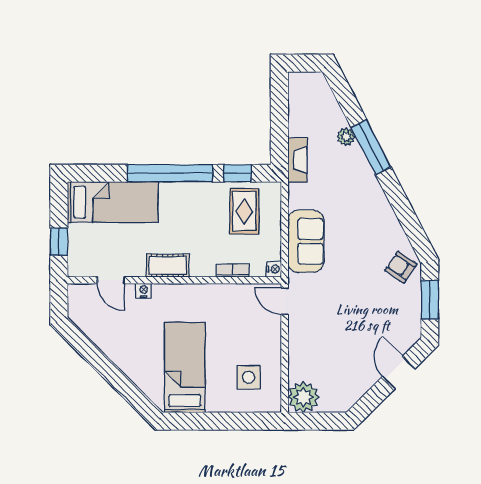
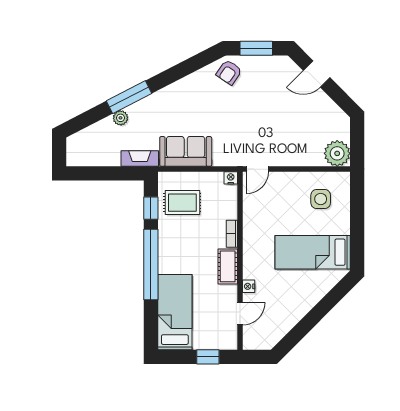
sofa: (306, 241) -> (186, 151), moved
bookcase: (233, 271) -> (232, 234), moved

